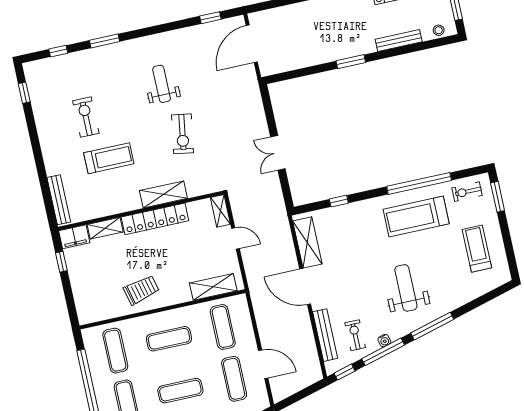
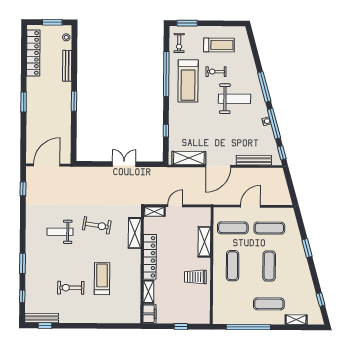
door: (252, 44) -> (47, 165), swing flipped
double door: (278, 153) -> (124, 164), swing flipped
shelving: (163, 194) -> (135, 233), moved
bench: (59, 200) -> (42, 318), moved
treadmill: (477, 249) -> (219, 45), turned 180
window: (61, 262) -> (181, 326), moved
shelving: (213, 287) -> (204, 242), moved
weight bench: (406, 288) -> (235, 99), turned 180
trolley: (141, 290) -> (195, 277), turned -76
exercise bike: (355, 335) -> (216, 72), moved
exercise mat: (115, 351) -> (232, 304), removed
door: (263, 364) -> (251, 206), moved

